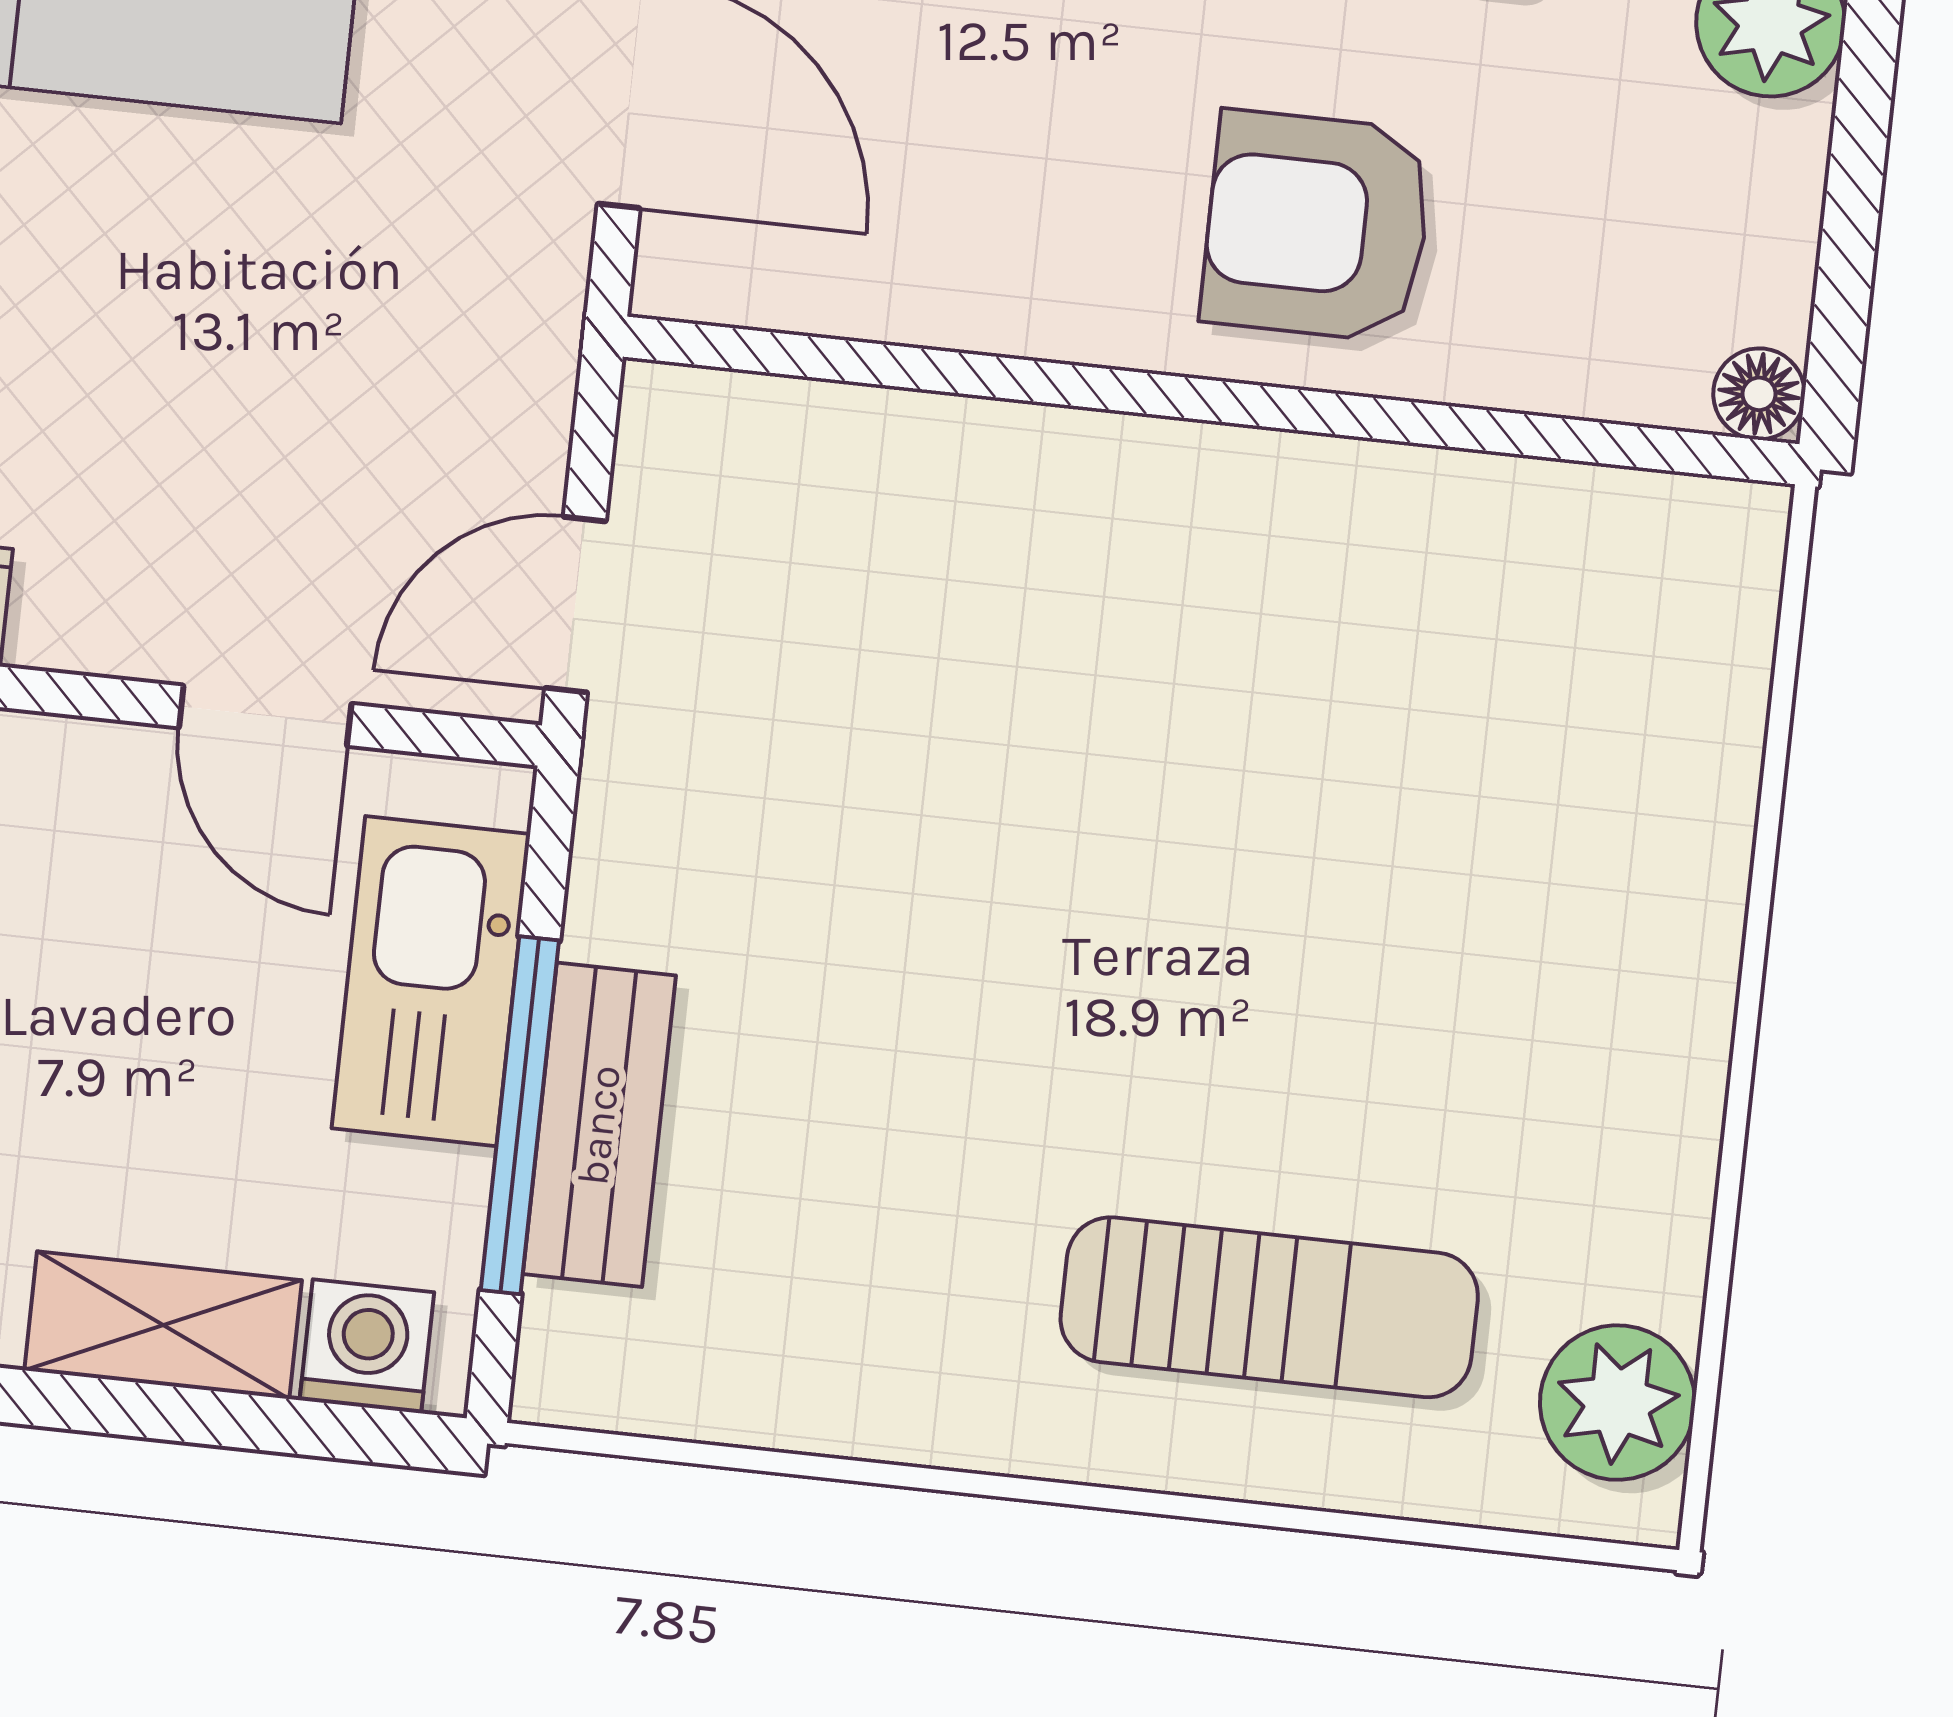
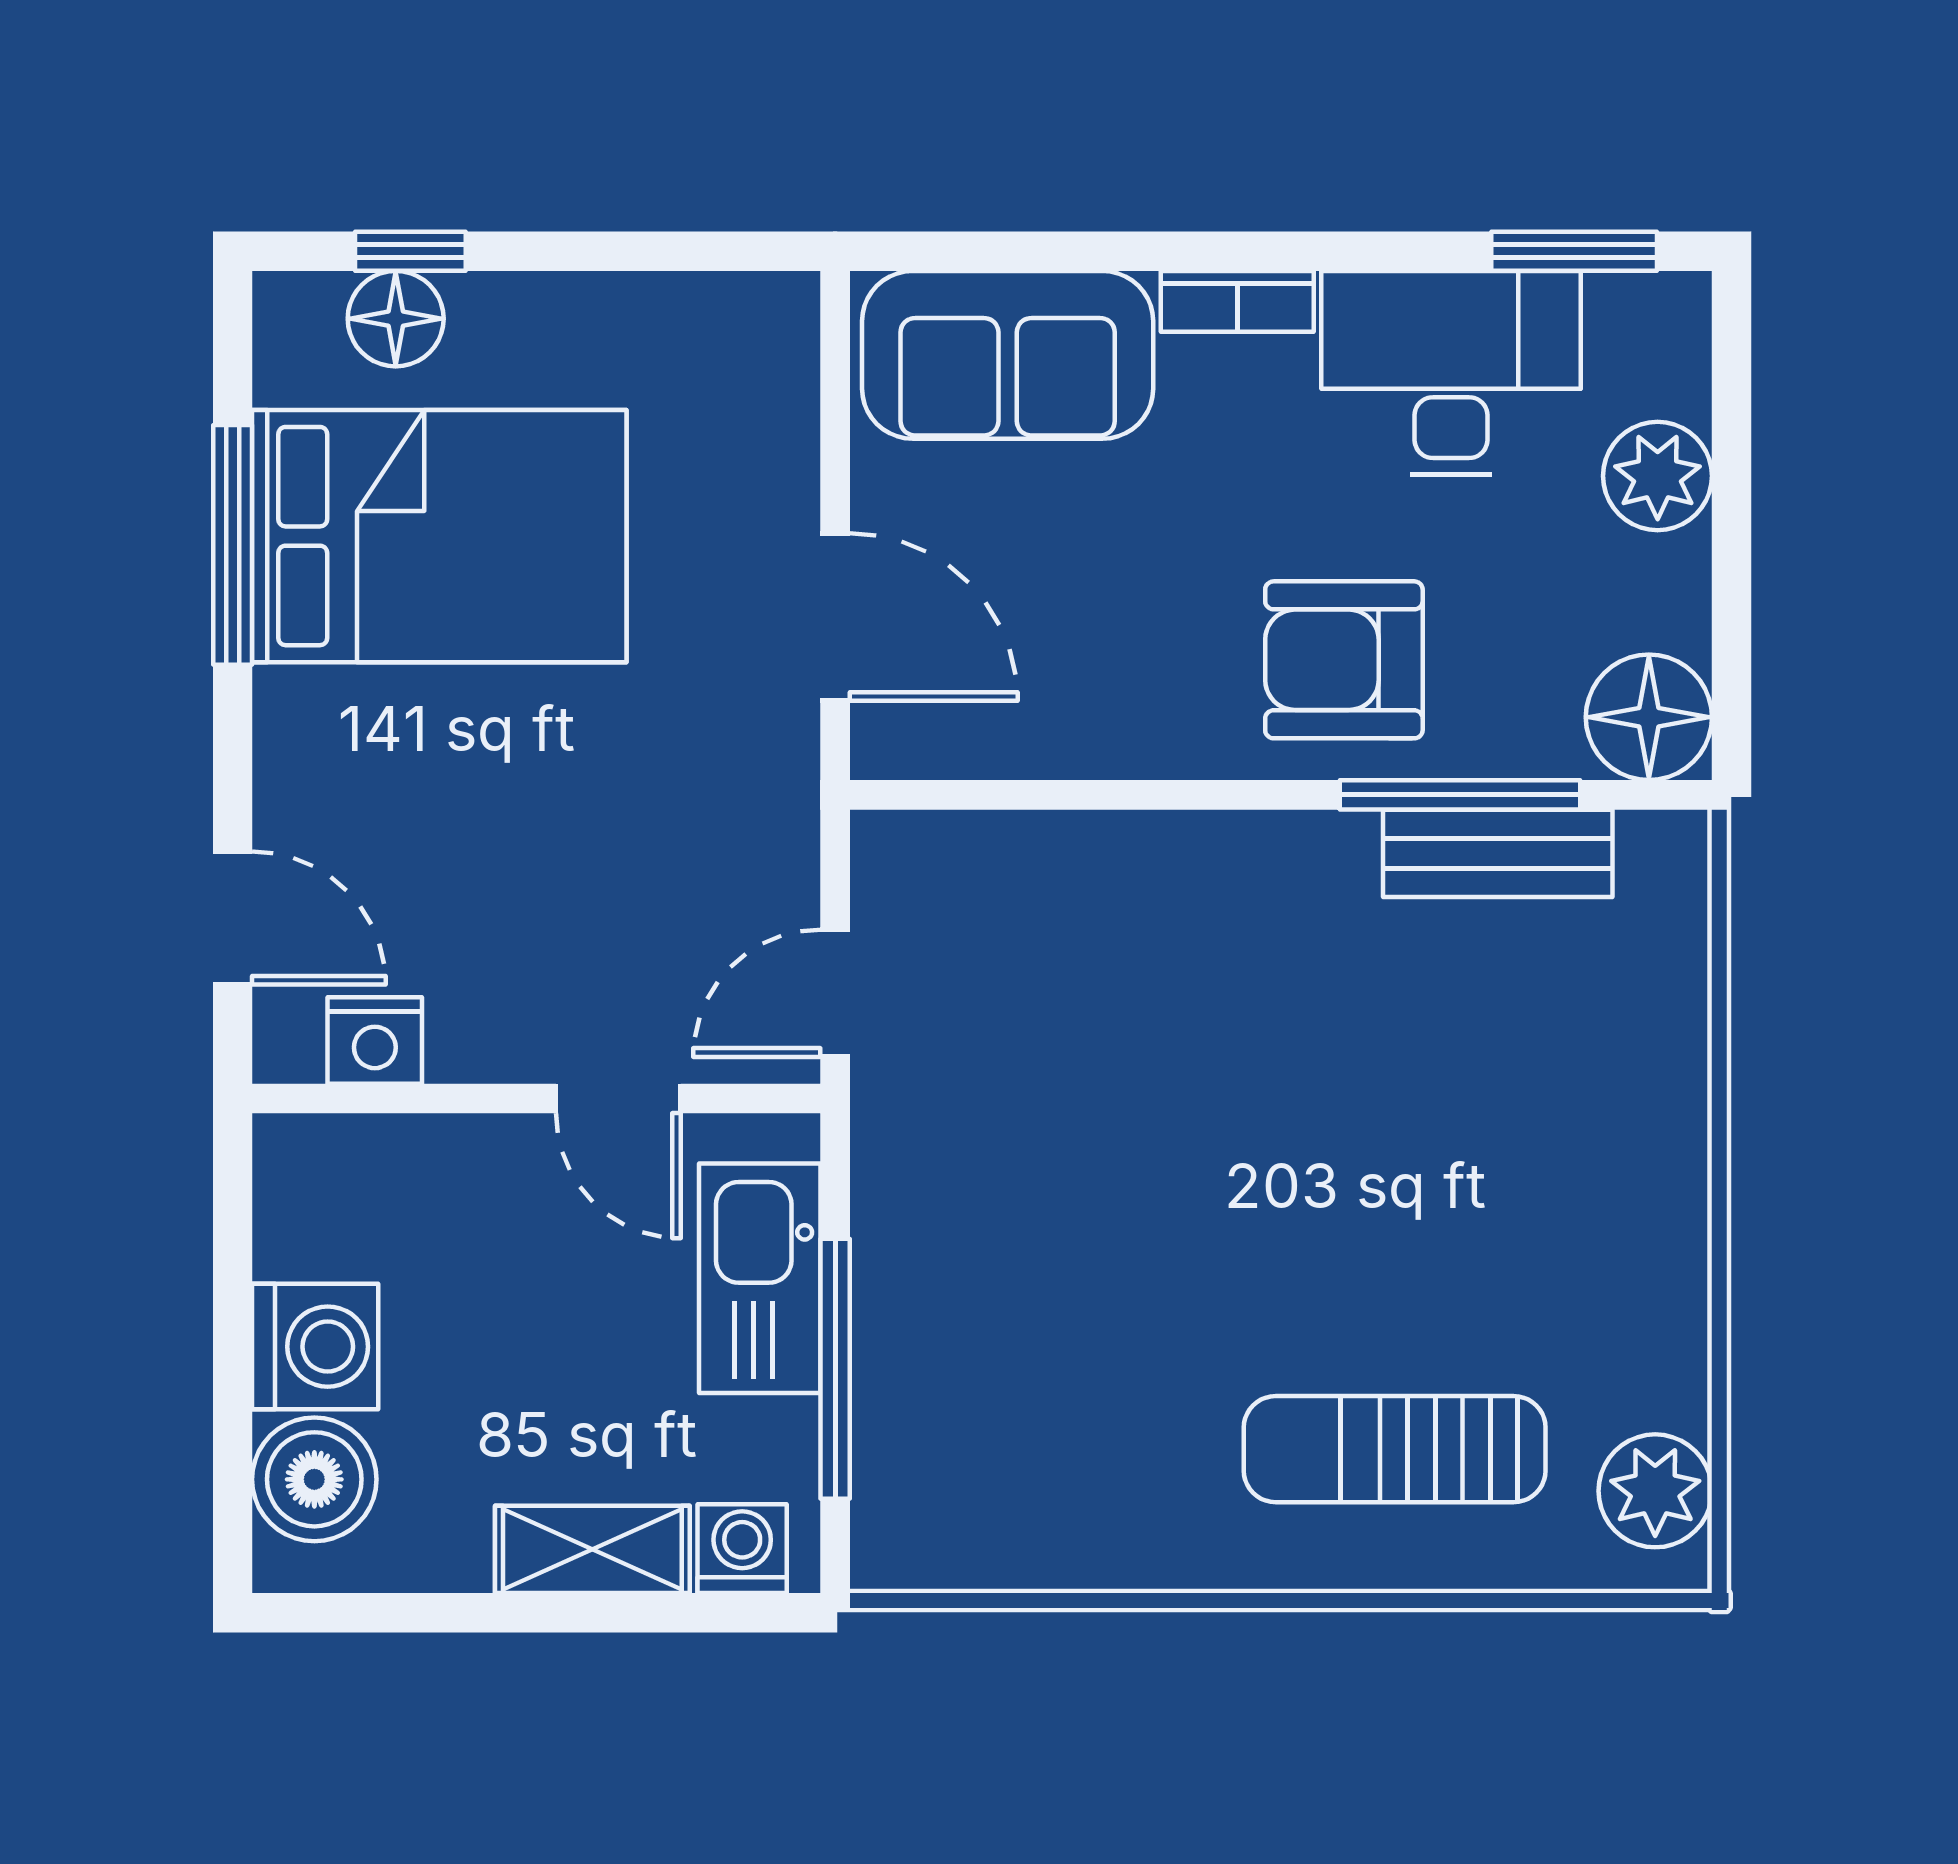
floor lamp: (1759, 394) -> (1649, 717), width x1.89, depth x1.89
window: (1455, 427) -> (1460, 795), added
bench: (599, 1125) -> (1498, 853), moved, turned 90
sun lounger: (1269, 1307) -> (1395, 1449), turned 180

